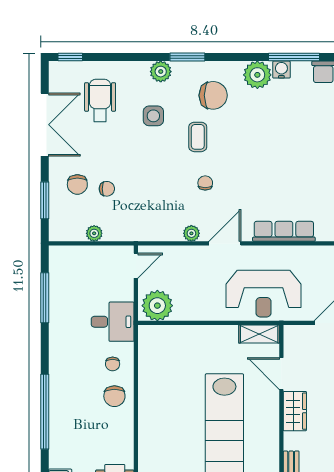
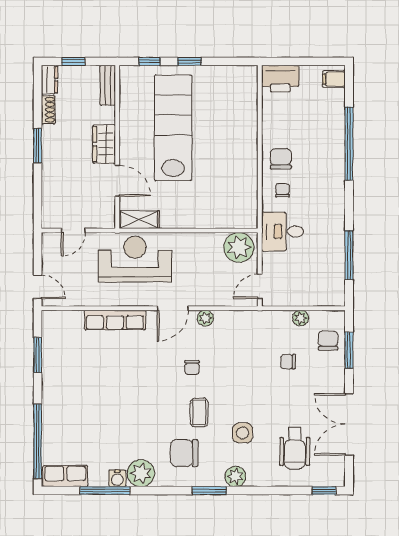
chair: (77, 184) -> (328, 341), moved

